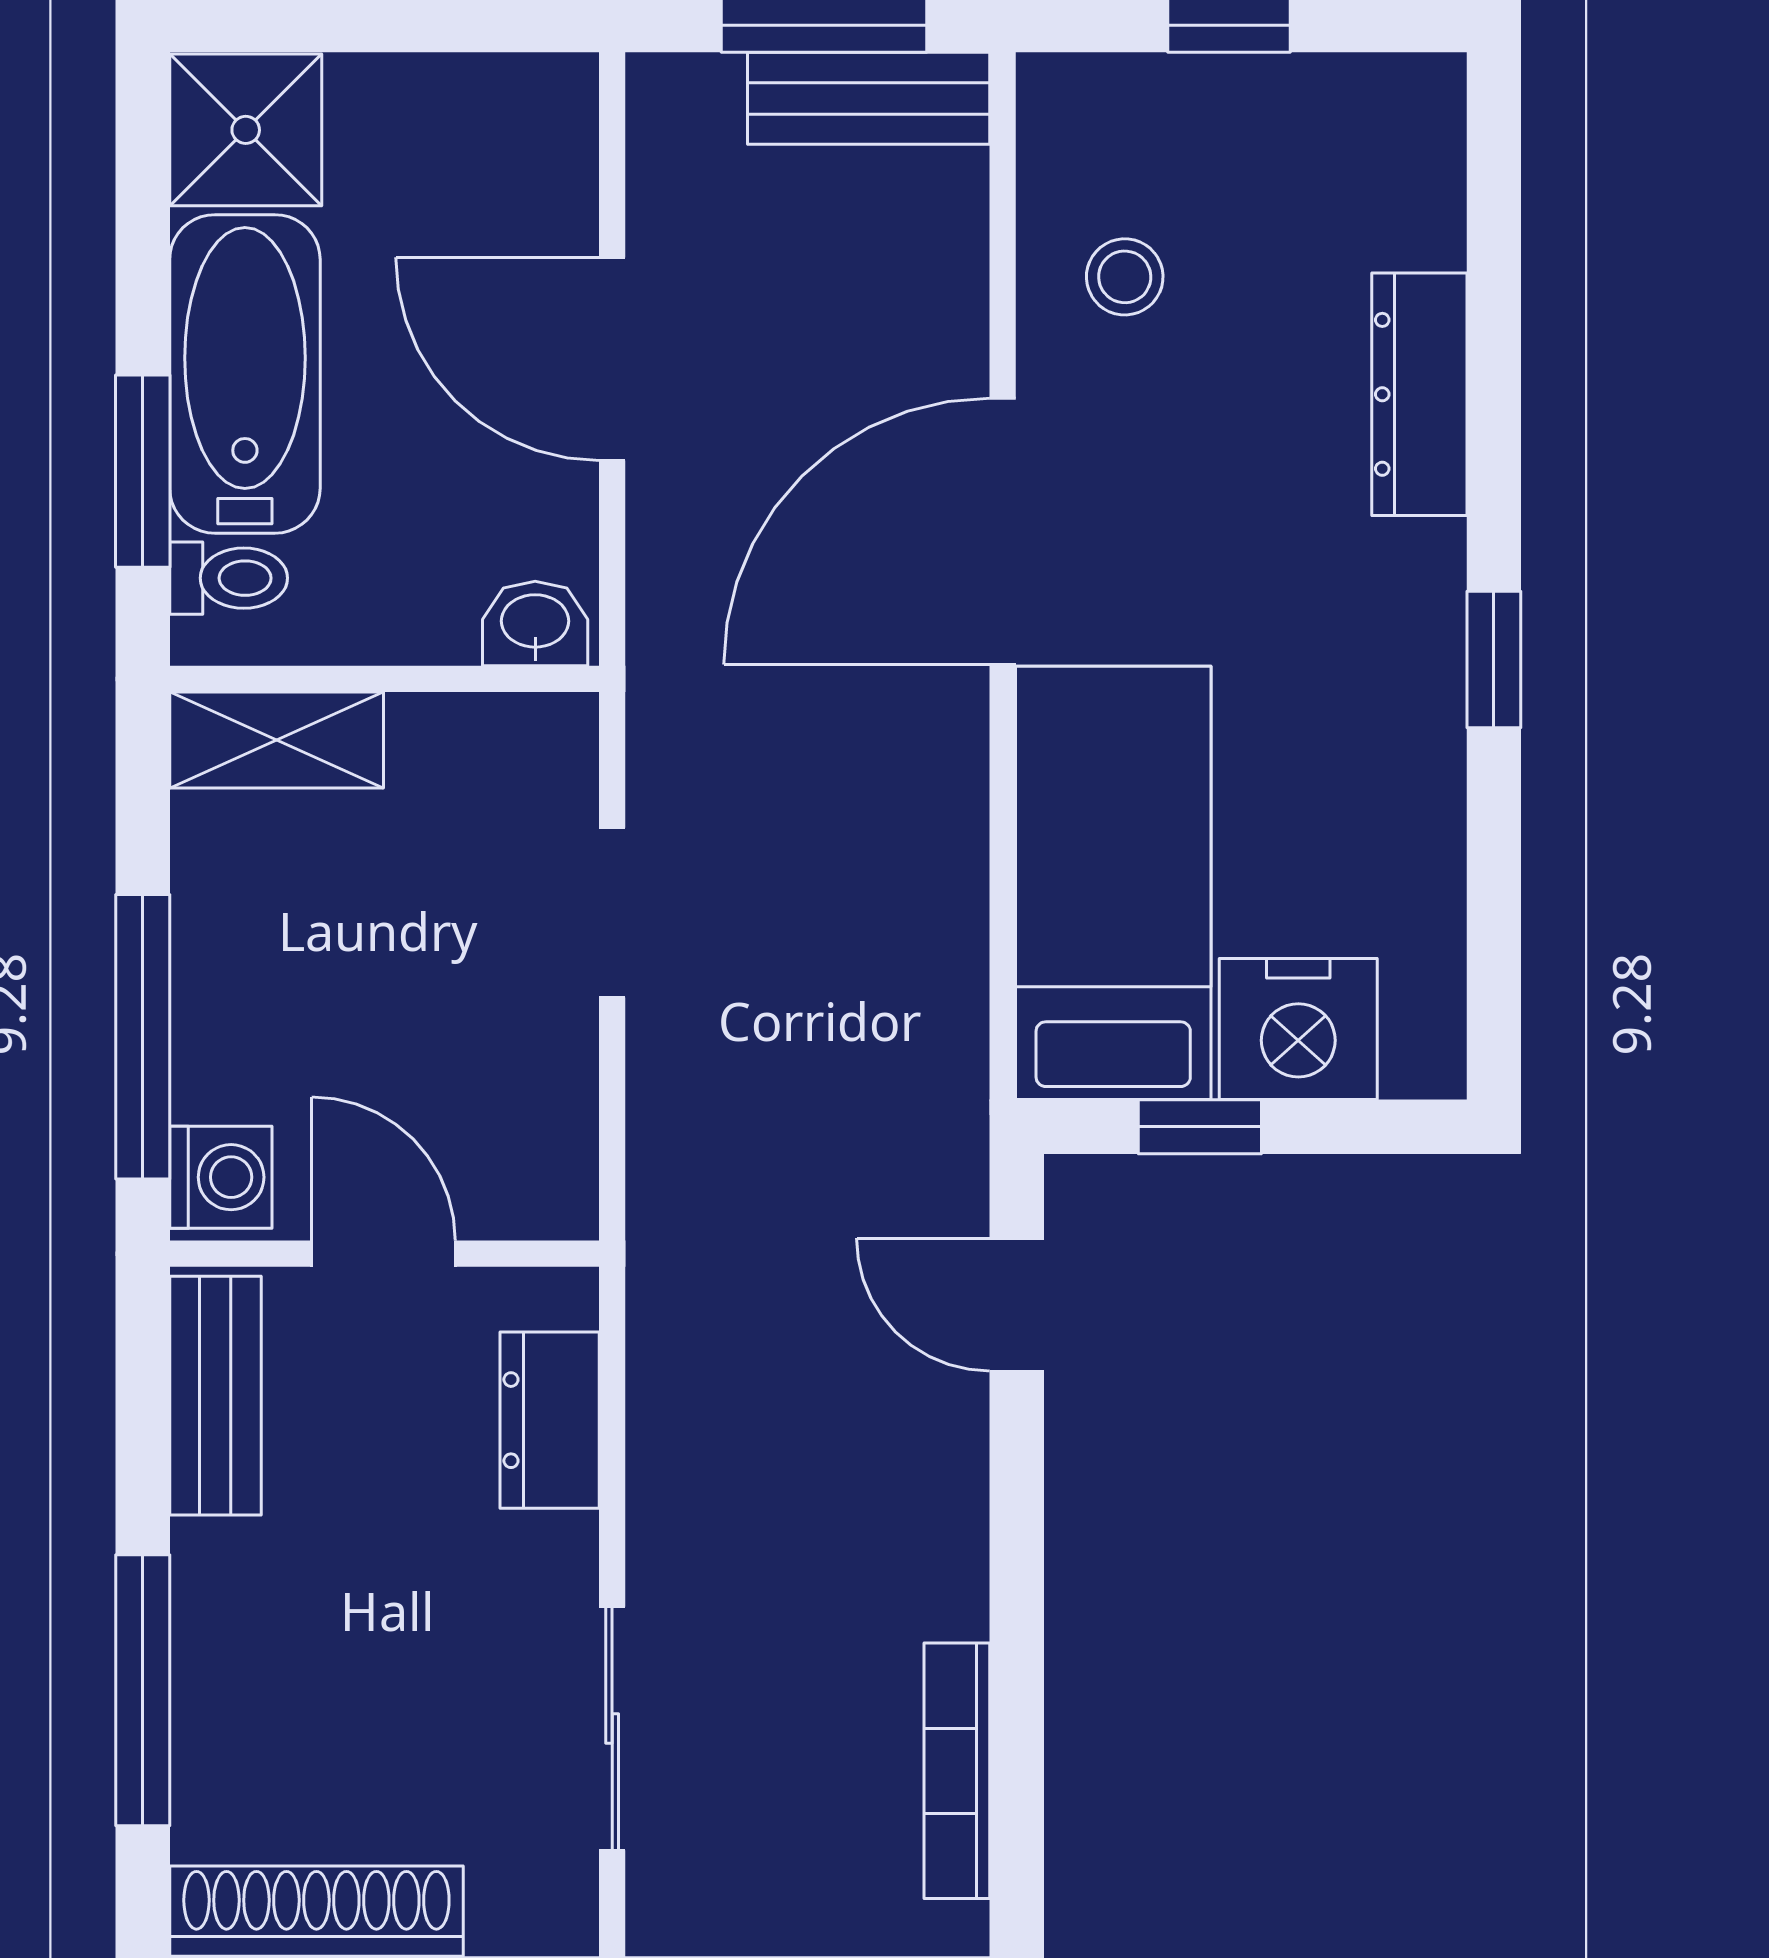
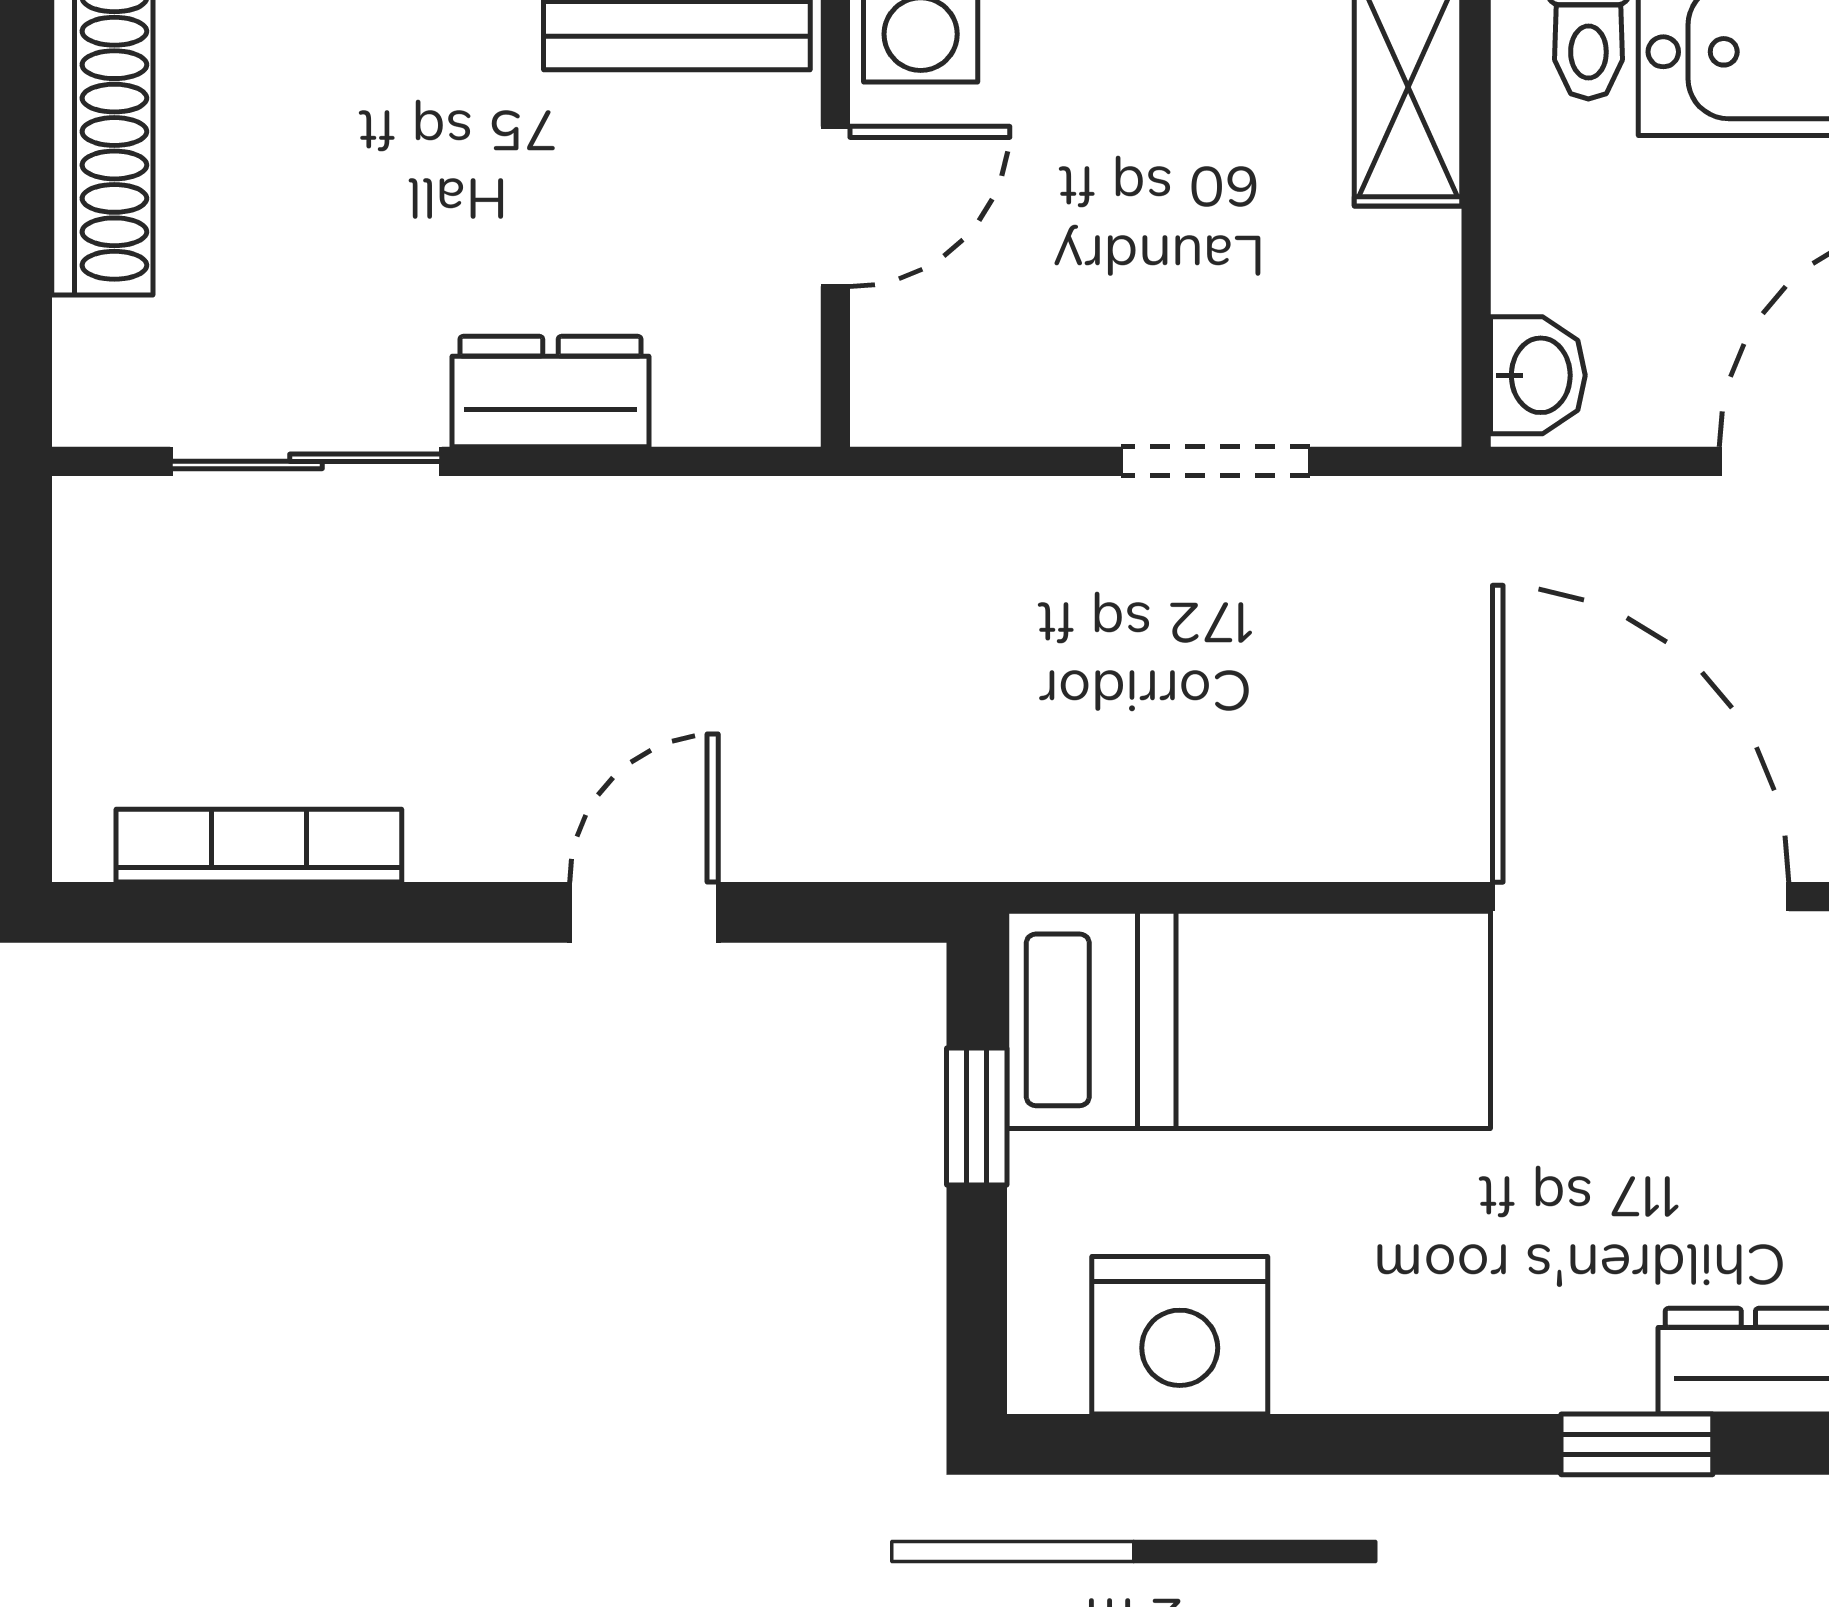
window: (1494, 659) -> (1637, 1444), moved
nightstand: (1298, 1029) -> (1180, 1335), moved, turned -90
door: (1017, 1305) -> (644, 912), moved
dresser: (550, 1420) -> (550, 392), moved

